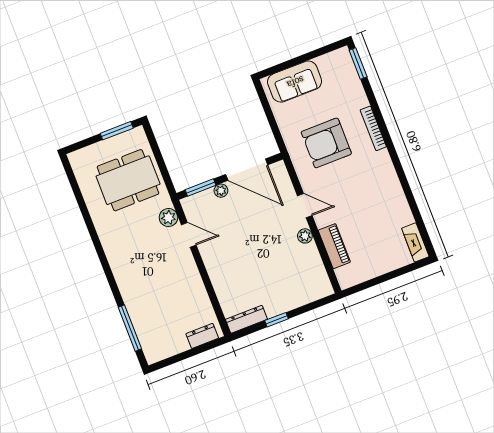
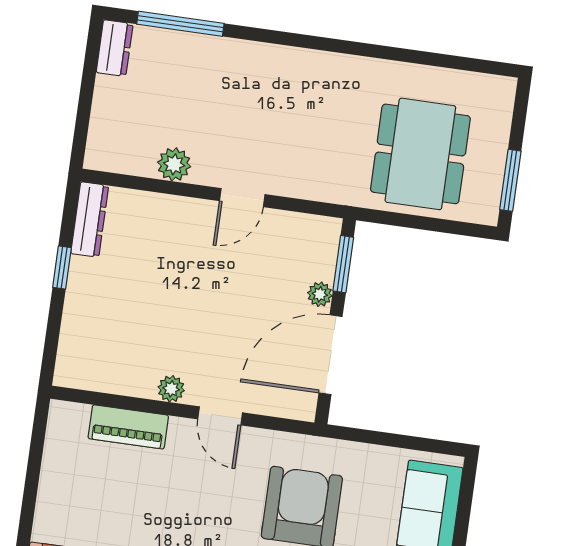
door: (305, 206) -> (220, 416), hinge flipped
plant: (168, 218) -> (174, 164), moved
door: (189, 235) -> (242, 198), moved
dresser: (202, 336) -> (115, 48), moved

